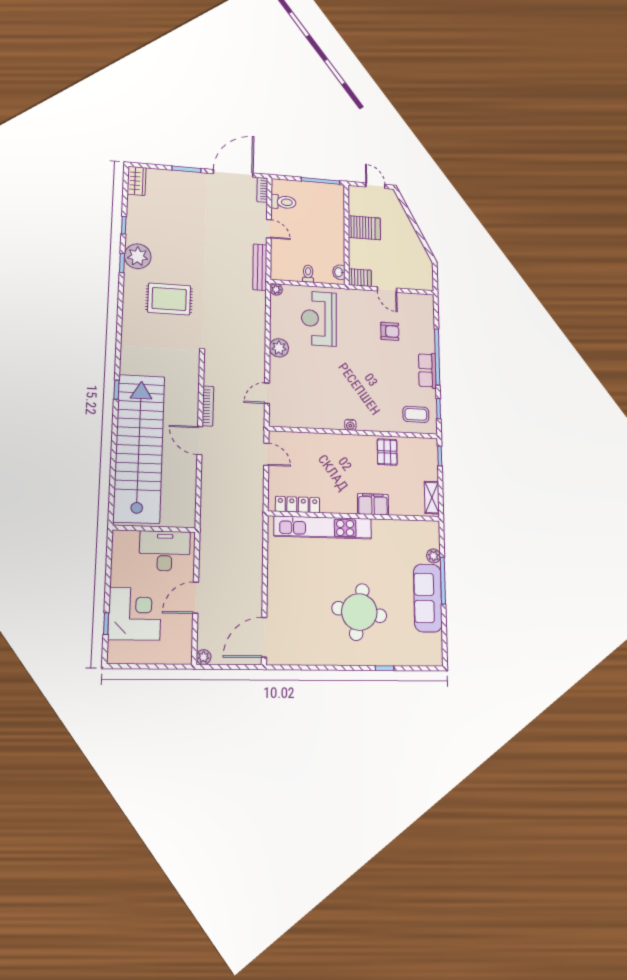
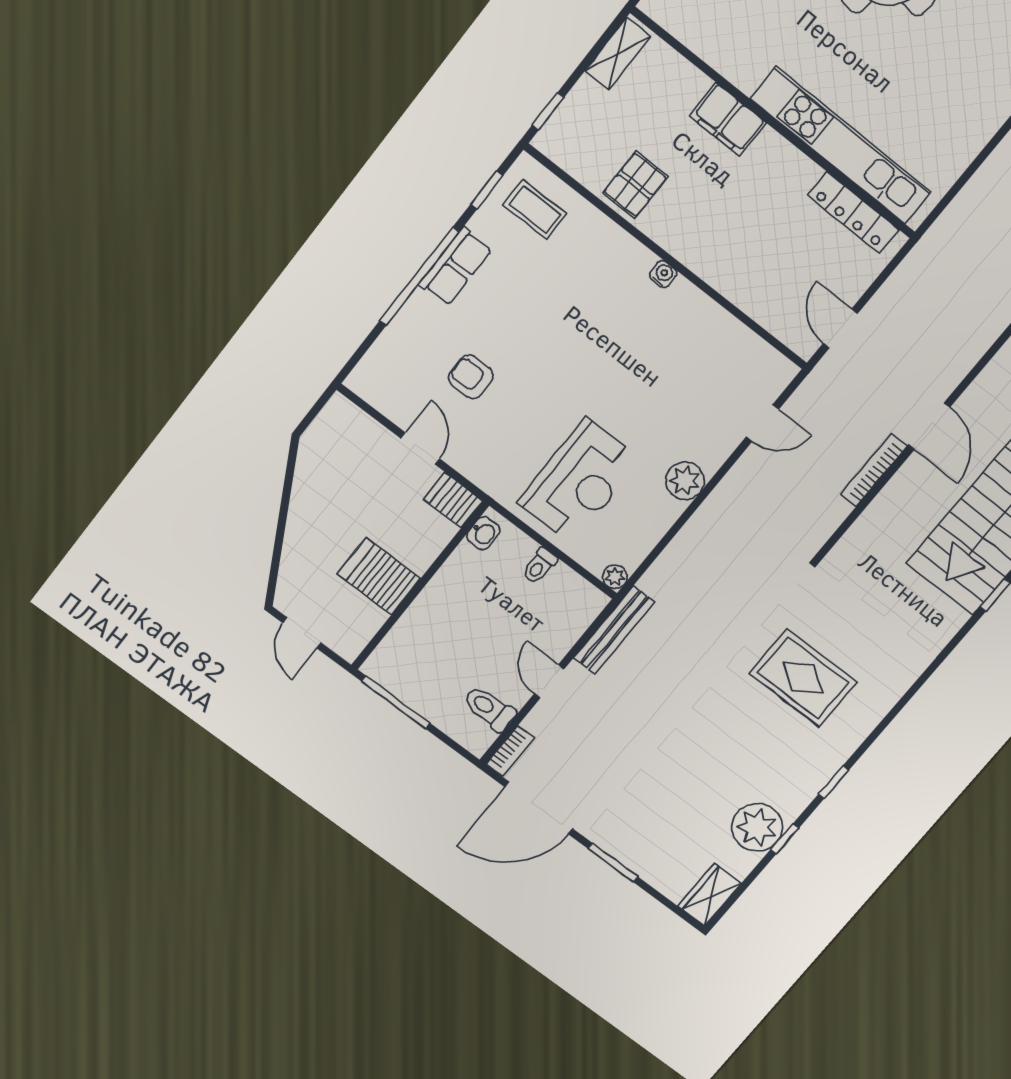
plant: (138, 256) -> (757, 827), moved

